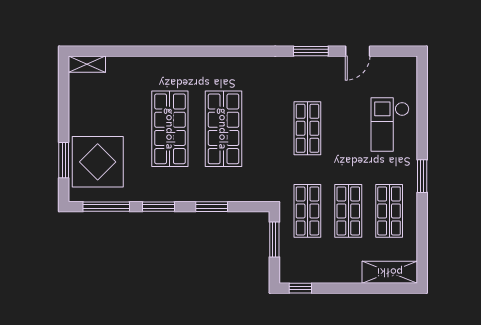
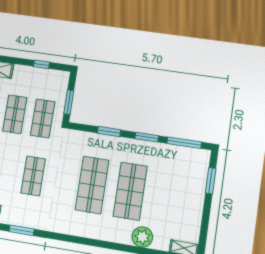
plant: (145, 70) -> (142, 237), added
display table: (98, 162) -> (186, 176), removed
window: (300, 288) -> (42, 64), moved

